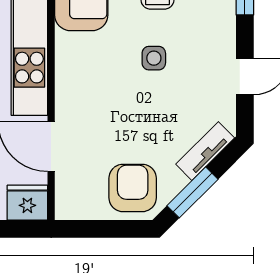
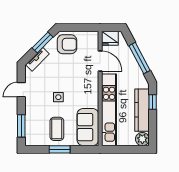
armchair: (133, 188) -> (67, 44), turned -90

